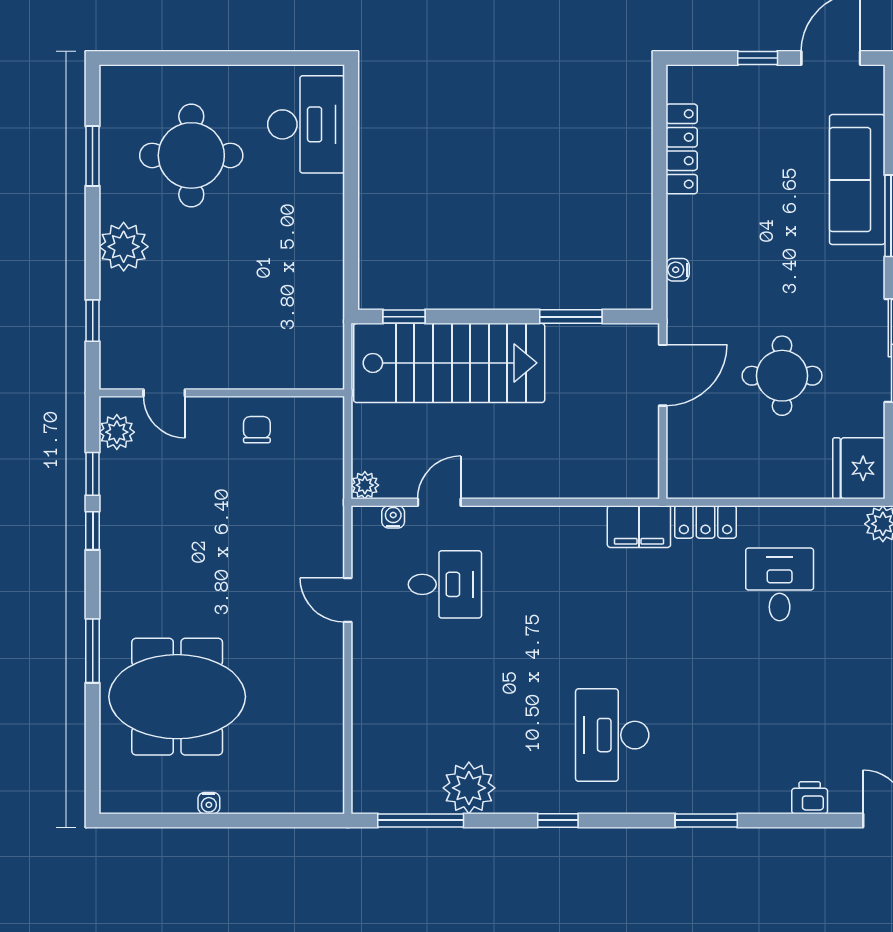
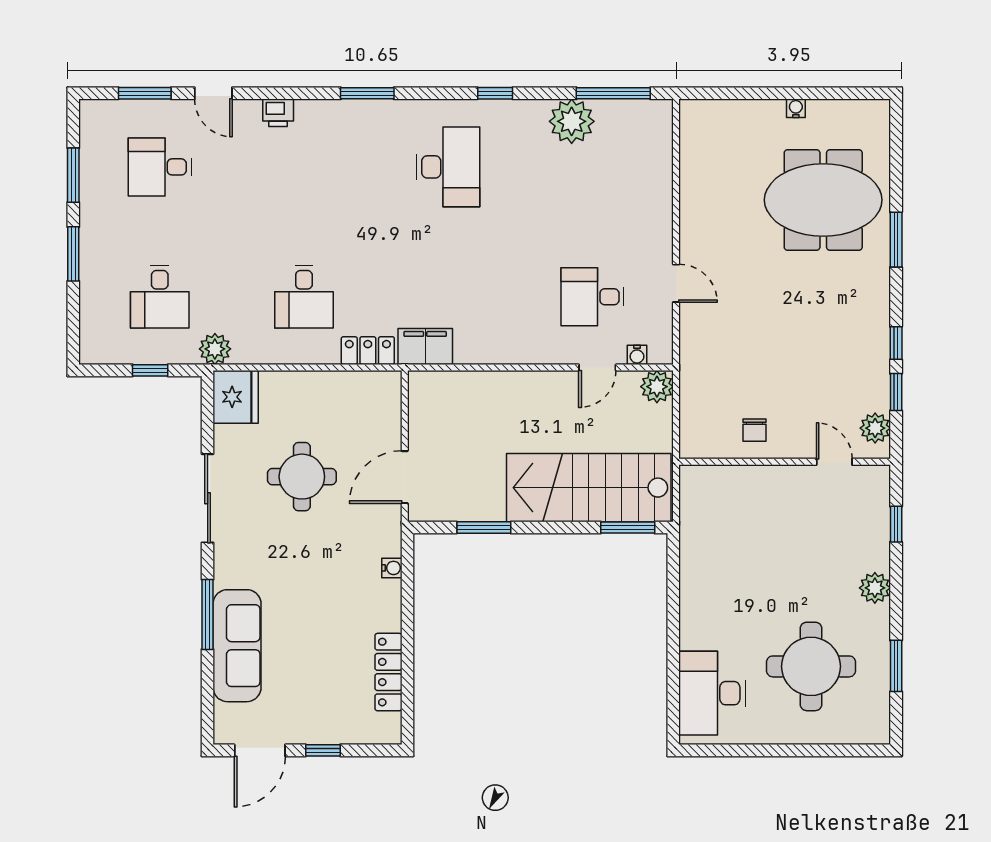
plant: (124, 247) -> (875, 588), width x0.73, depth x0.73
window: (404, 317) -> (628, 528), width x1.50
plant: (365, 485) -> (657, 387), width x1.38, depth x1.38

